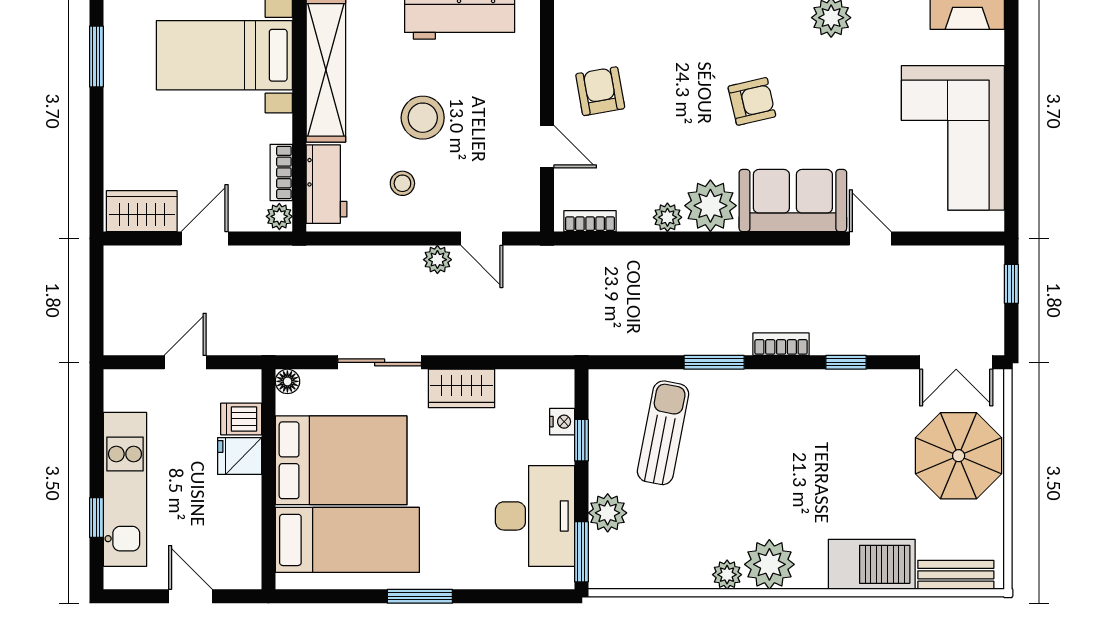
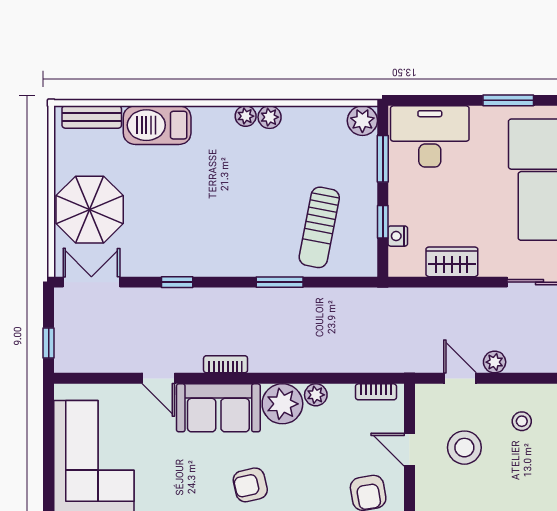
stool: (423, 118) -> (464, 448), moved
bookcase: (781, 344) -> (226, 364), moved, turned 180
wardrobe: (461, 388) -> (452, 262), moved
plant: (608, 513) -> (362, 121), moved
desk: (535, 516) -> (430, 136), moved, turned 90
window: (581, 552) -> (383, 159), moved
plant: (769, 564) -> (246, 116), width x0.53, depth x0.53

